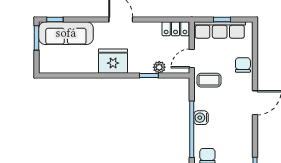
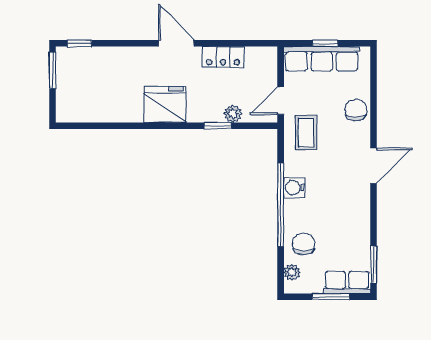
locker: (176, 29) -> (223, 57), moved
sofa: (66, 33) -> (96, 63), removed
coffee table: (209, 80) -> (306, 133), turned 90

